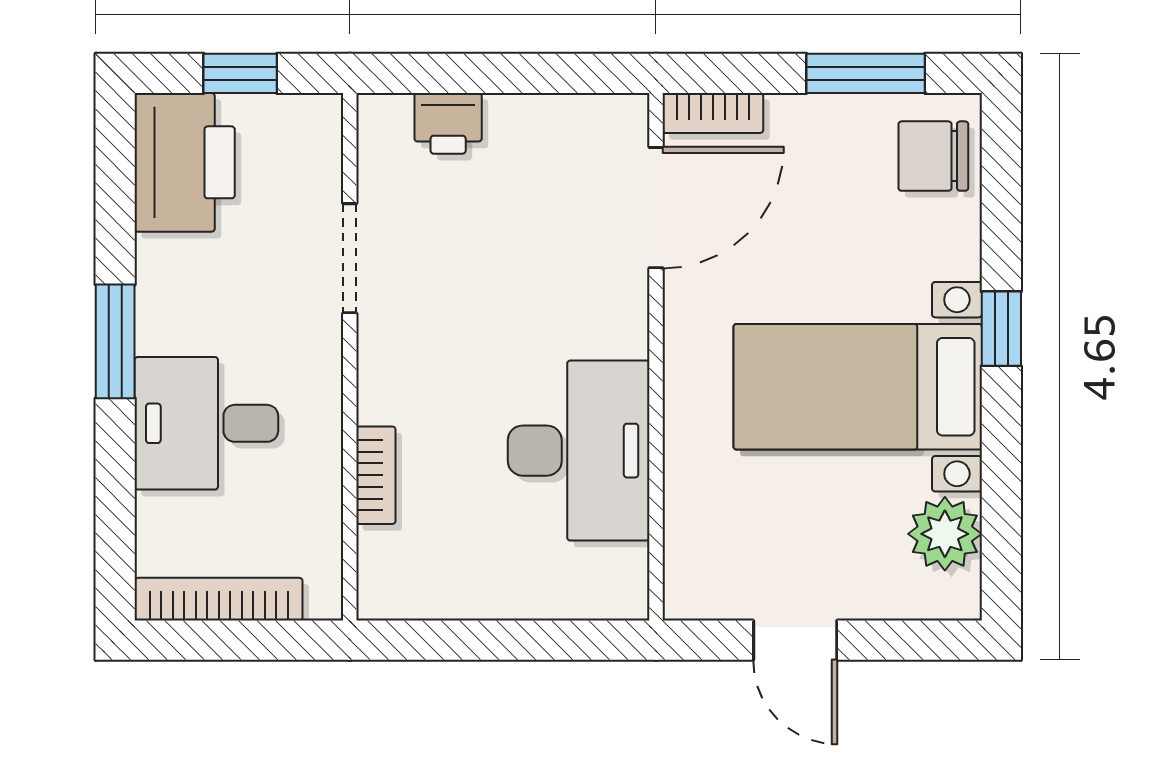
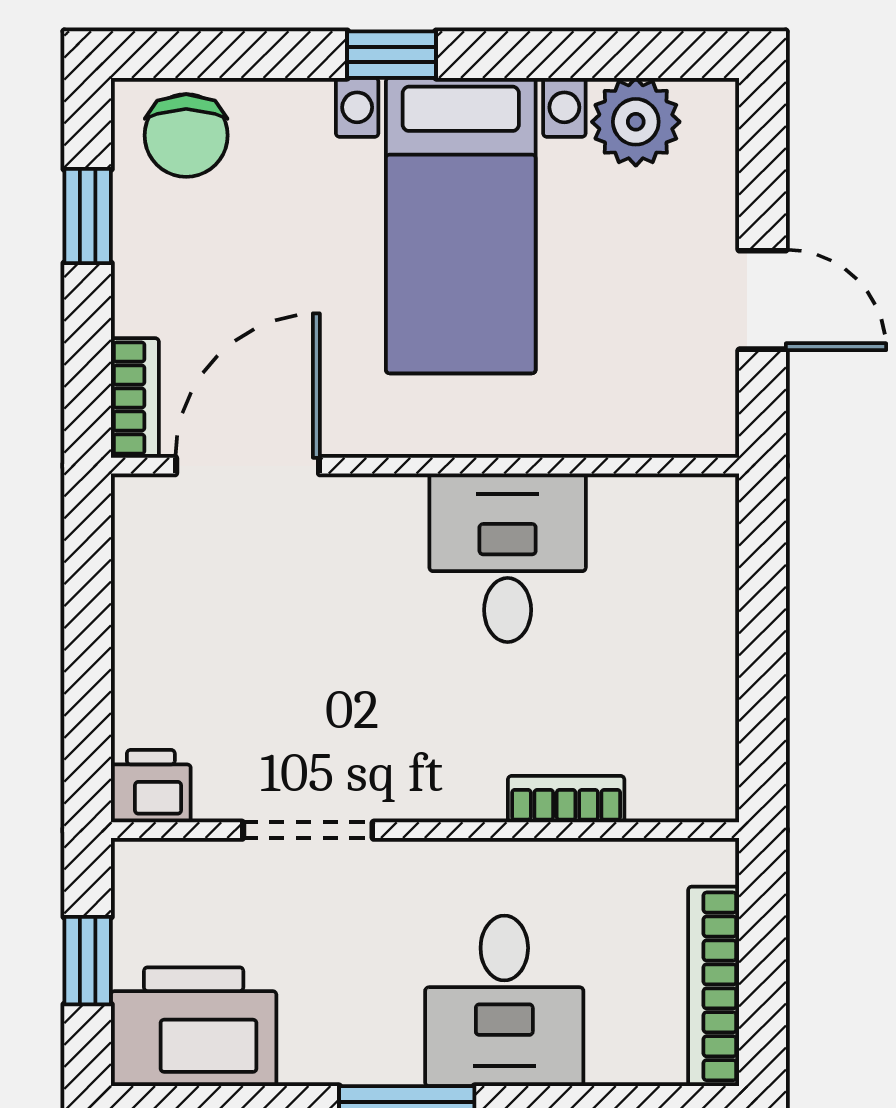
window: (866, 73) -> (88, 216), width x0.67
printer: (448, 123) -> (151, 786), moved, turned -90
door: (656, 208) -> (248, 466), hinge flipped
desk: (579, 451) -> (508, 558), width x0.73
door: (795, 640) -> (762, 300), hinge flipped

